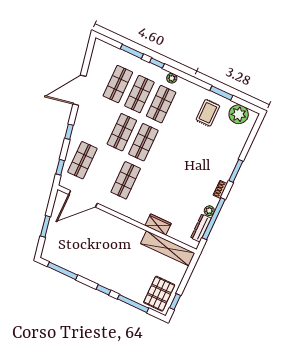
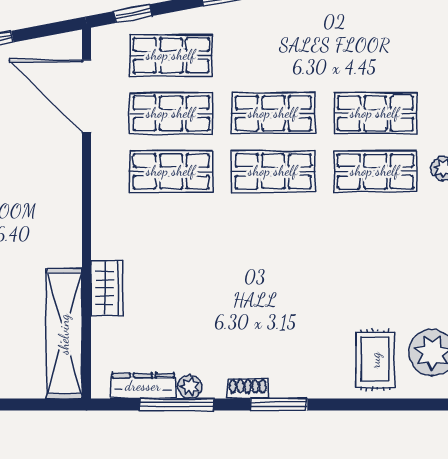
shop shelf: (118, 84) -> (171, 113), moved
rug: (208, 113) -> (375, 360), moved, turned 90
window: (236, 171) -> (279, 405), moved
window: (214, 219) -> (177, 405), width x0.68

